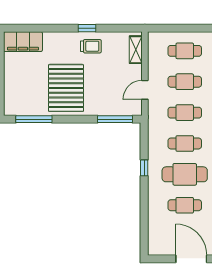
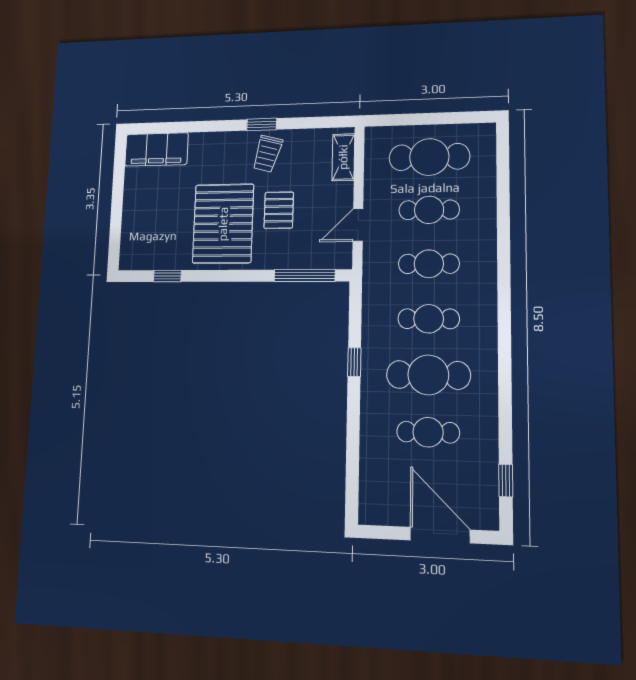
trolley: (91, 46) -> (267, 154), turned 105
cafe table: (185, 51) -> (429, 157), width x1.37, depth x1.35
pallet: (99, 80) -> (279, 210), added
window: (34, 119) -> (167, 276), width x0.46

